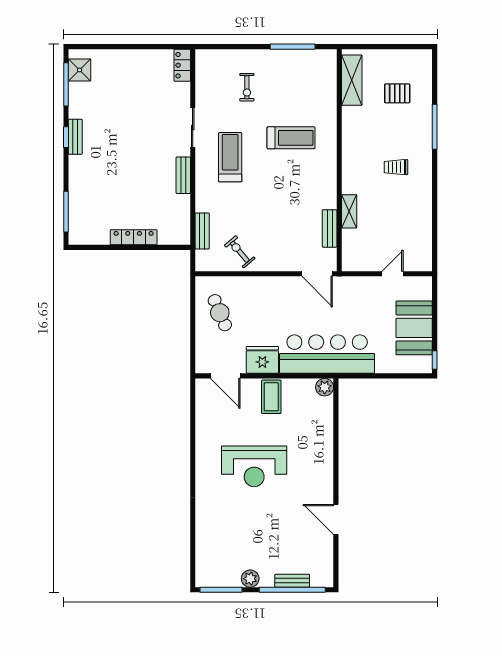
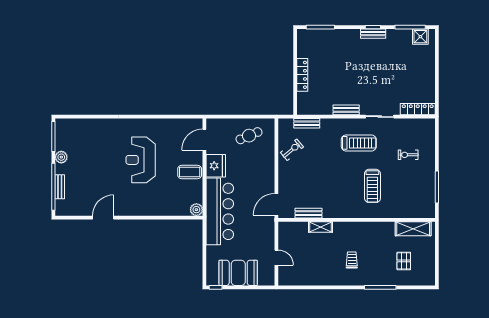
locker: (182, 65) -> (418, 109), width x1.53

